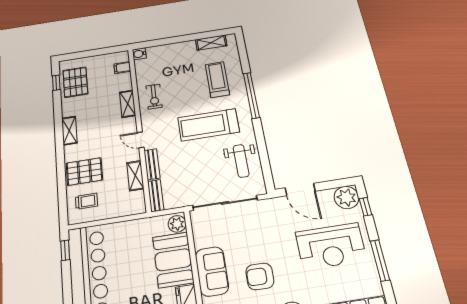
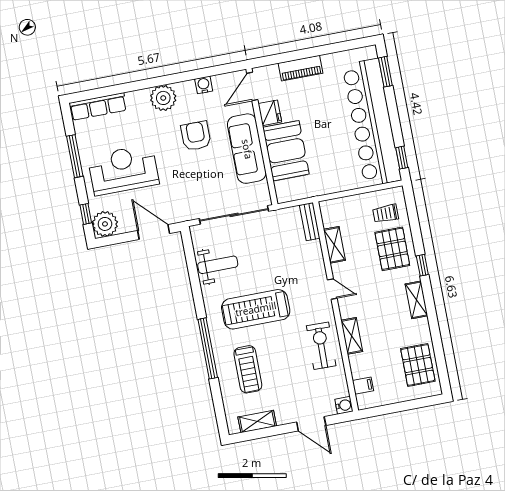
door: (167, 41) -> (311, 424), added
window: (56, 83) -> (422, 265), moved
exercise bike: (154, 97) -> (321, 346), width x1.38, depth x1.39
treadmill: (209, 125) -> (256, 309), turned 180
weight bench: (241, 161) -> (218, 265), turned 90
bench: (152, 164) -> (317, 259), removed
pallet: (84, 172) -> (392, 249), turned 90
plant: (177, 224) -> (284, 190), removed
sofa: (212, 271) -> (247, 149), width x1.36
armchair: (260, 276) -> (196, 136), turned -91

